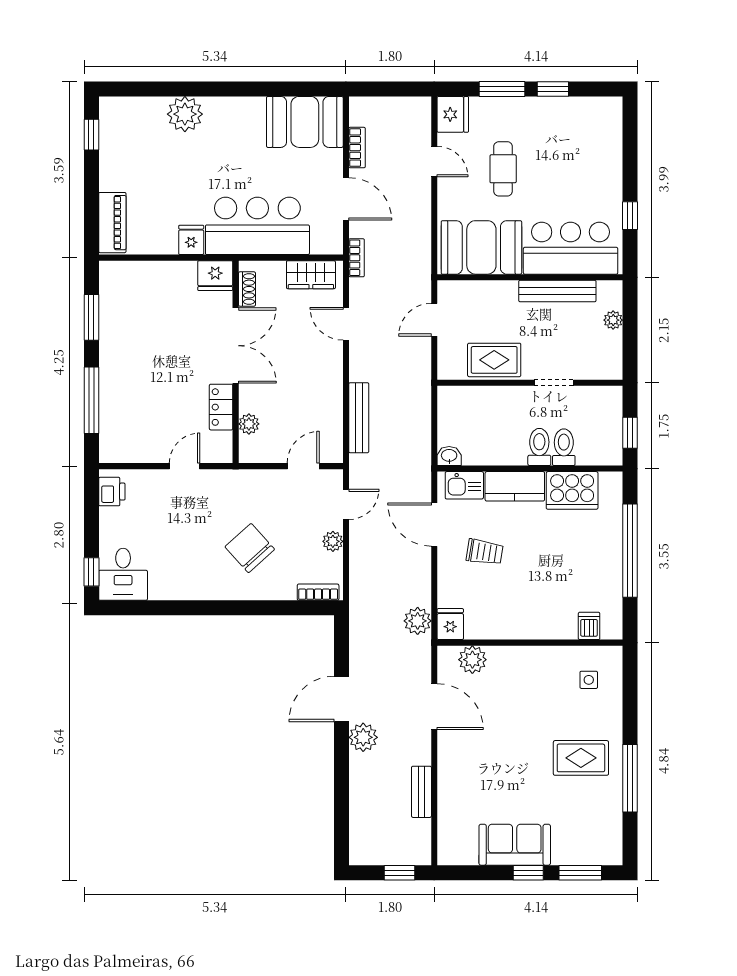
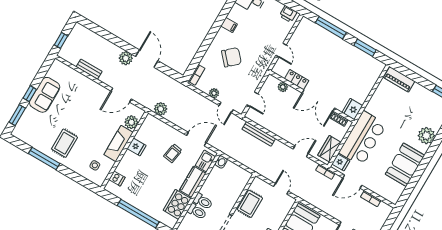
booth: (305, 122) -> (405, 165), moved
fridge: (191, 240) -> (341, 162), moved
filing cabinet: (194, 586) -> (229, 25), added
fridge: (450, 624) -> (137, 147), moved
fireplace: (524, 660) -> (118, 143), added

